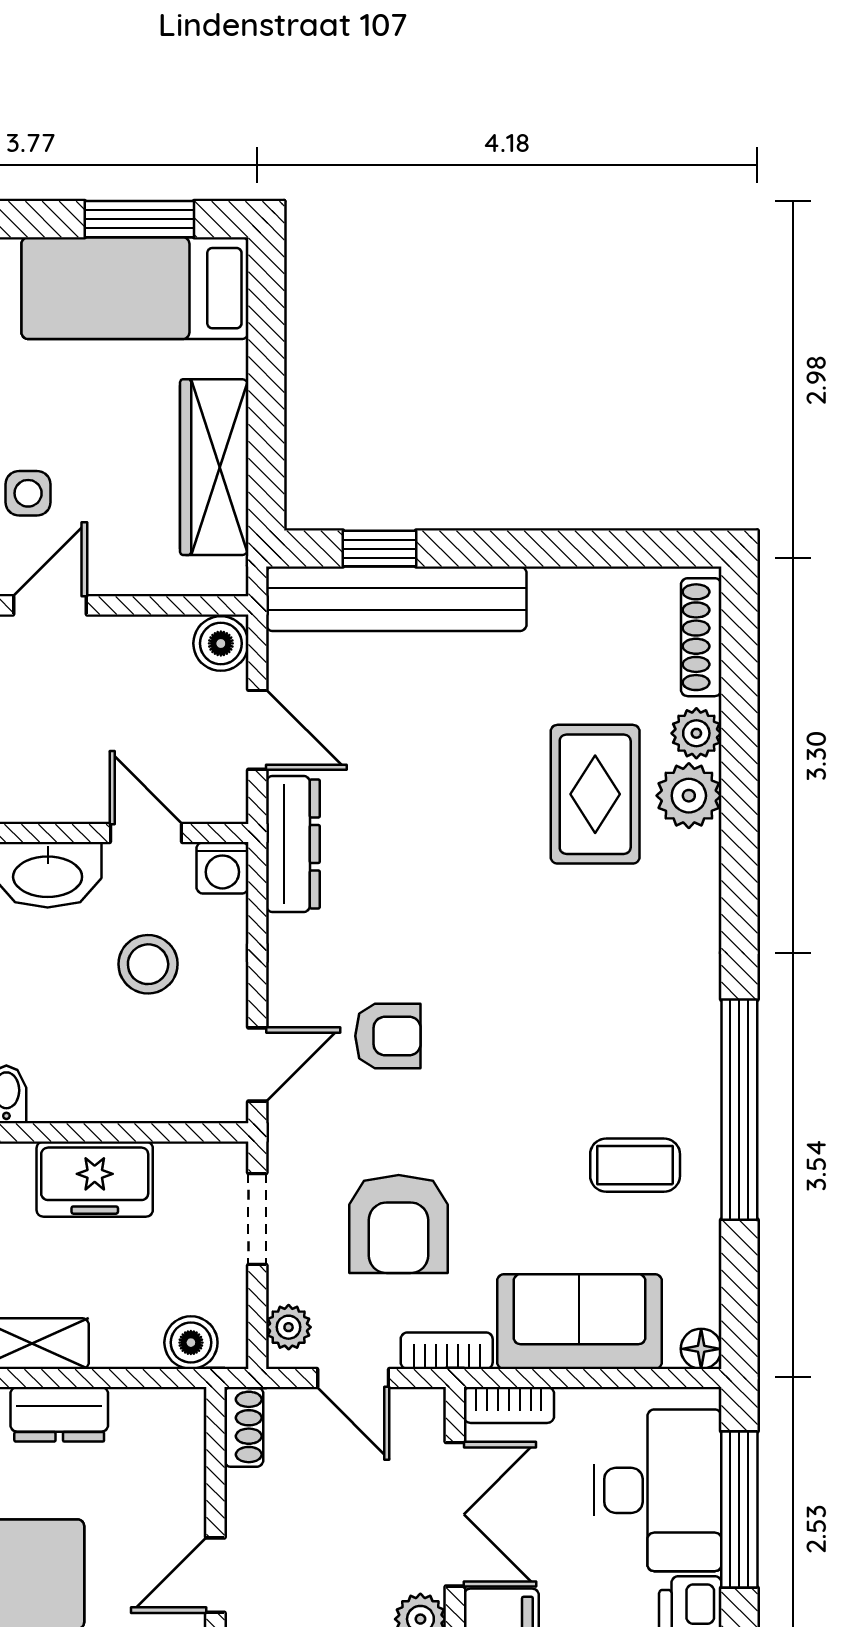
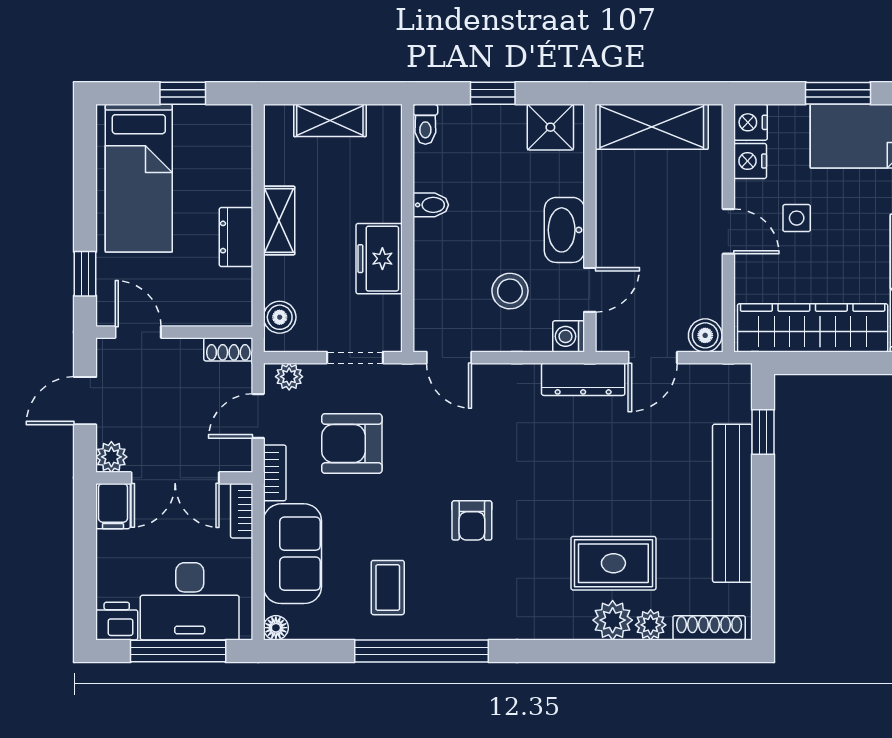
wardrobe: (214, 467) -> (813, 328), width x1.40, depth x1.17
bench: (396, 599) -> (732, 503), moved
armchair: (388, 1036) -> (472, 520), moved

